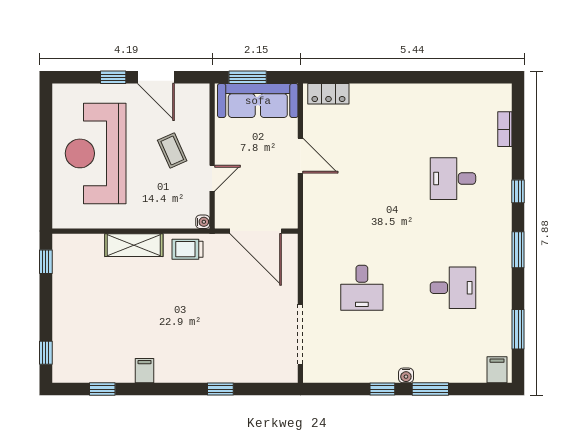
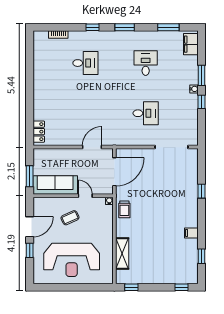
sofa: (258, 101) -> (55, 185), moved, turned -90
door: (300, 156) -> (92, 147), moved
desk: (453, 179) -> (85, 63), turned -90
shelving: (134, 245) -> (122, 254), moved
filing cabinet: (497, 370) -> (191, 44), width x2.00

